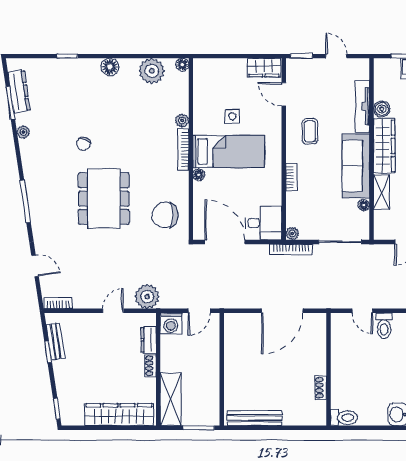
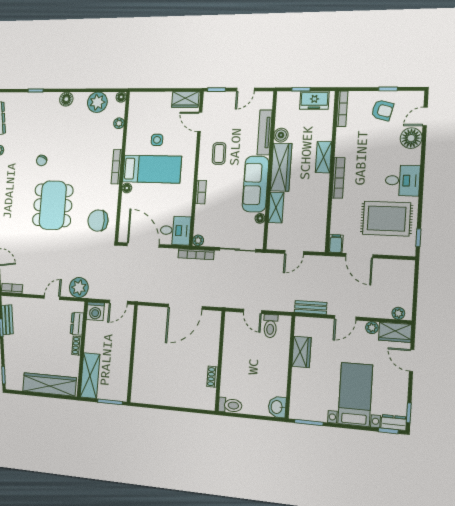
door: (336, 56) -> (245, 90), swing flipped
plant: (182, 121) -> (119, 123), moved
bench: (255, 418) -> (155, 398), removed

